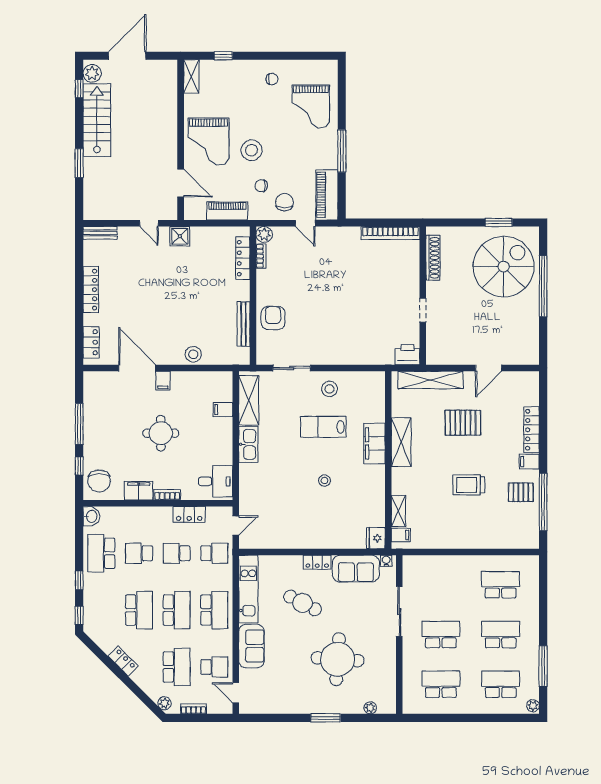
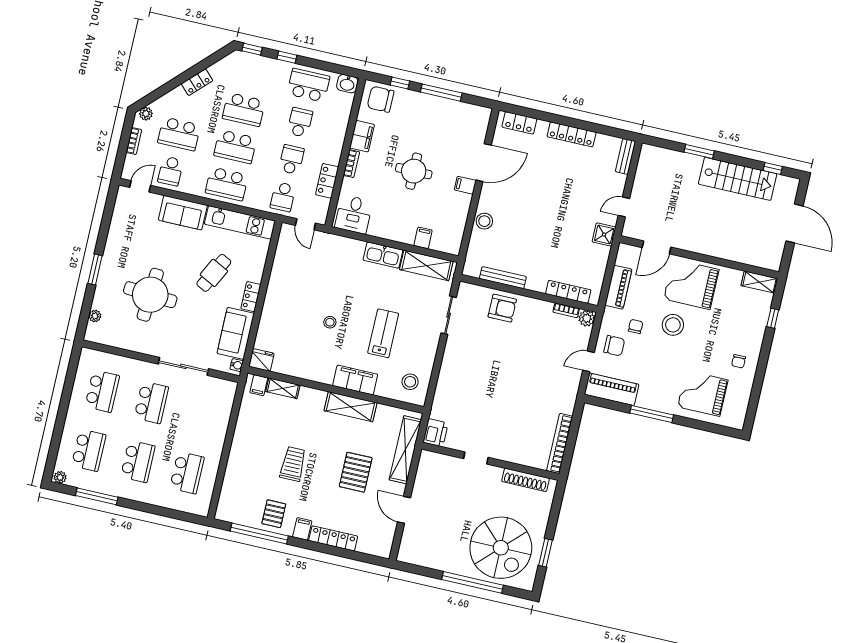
plant: (92, 73) -> (785, 185), removed
stool: (330, 389) -> (410, 382), moved

